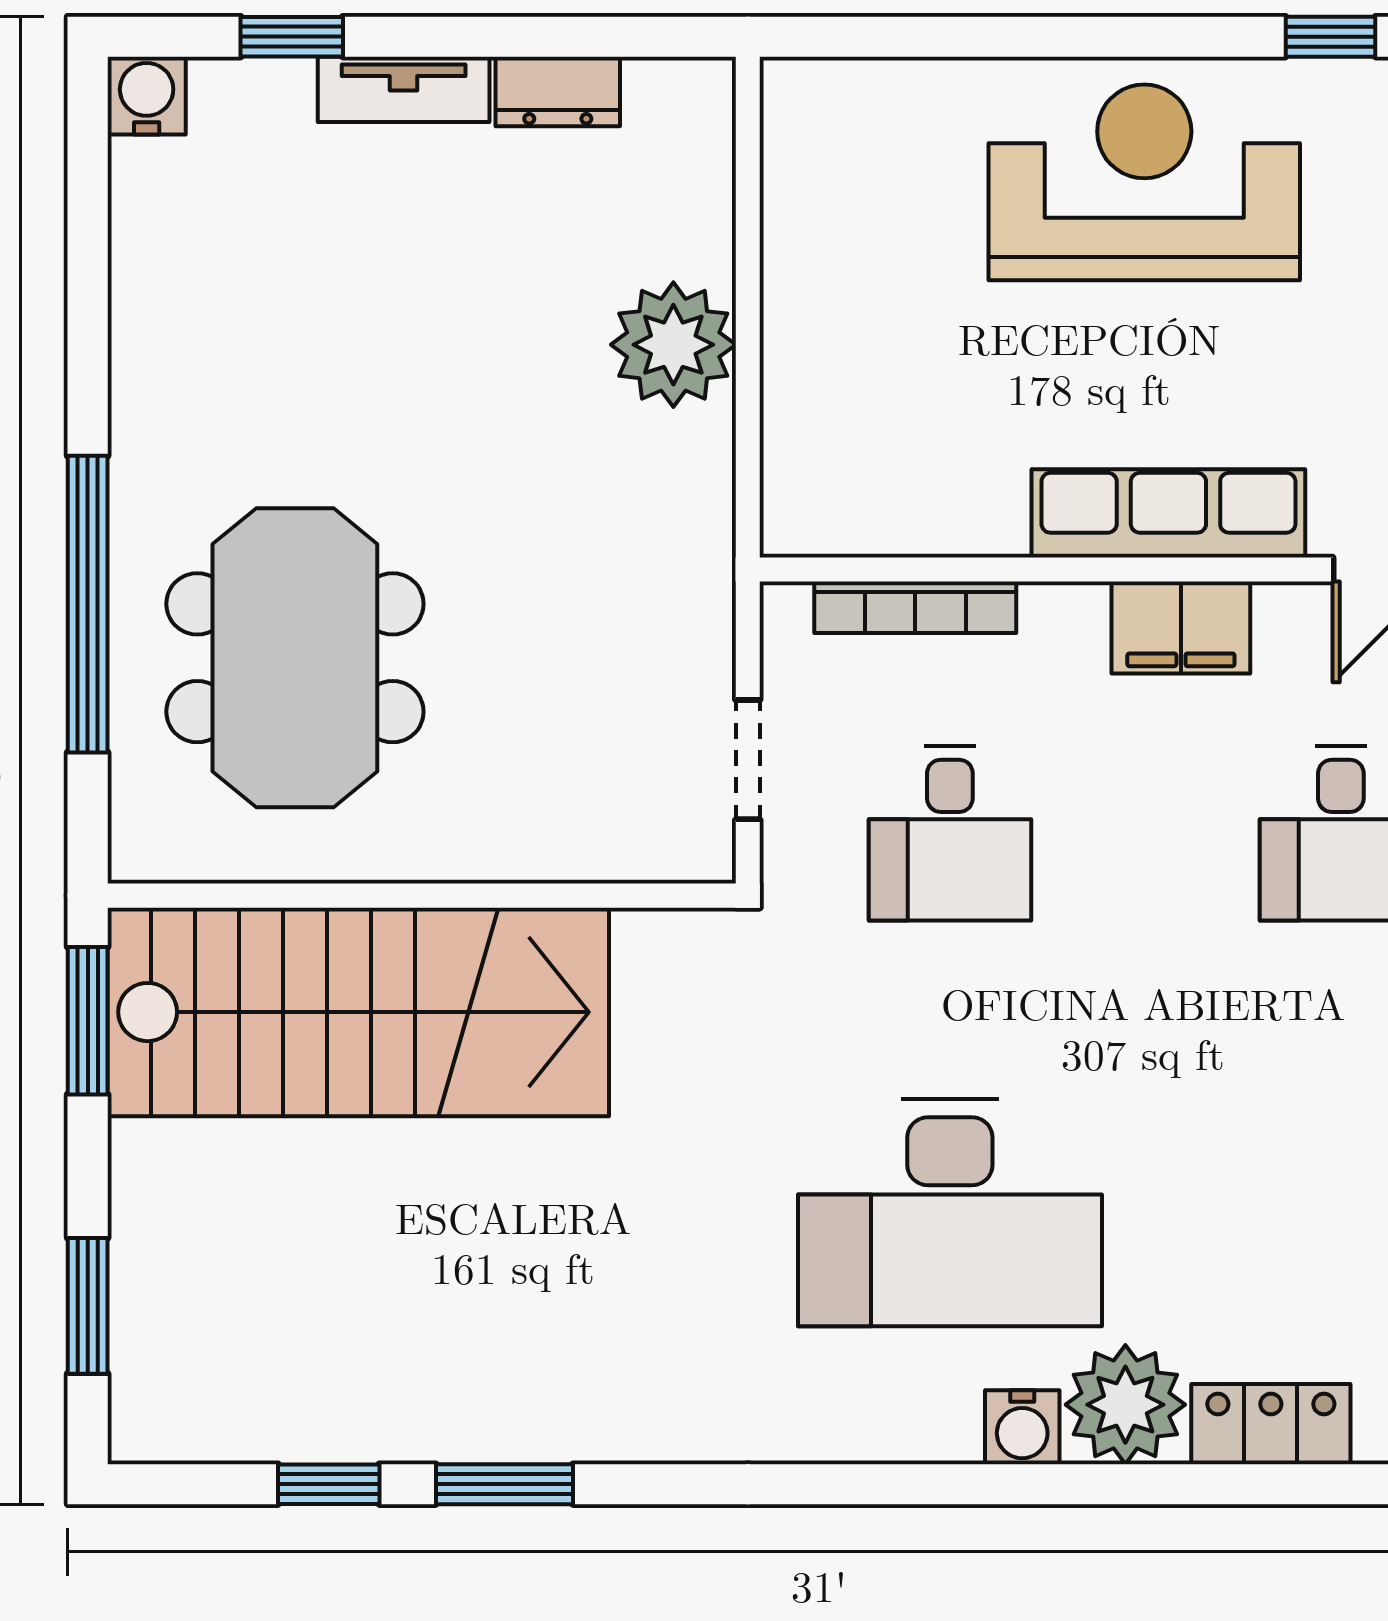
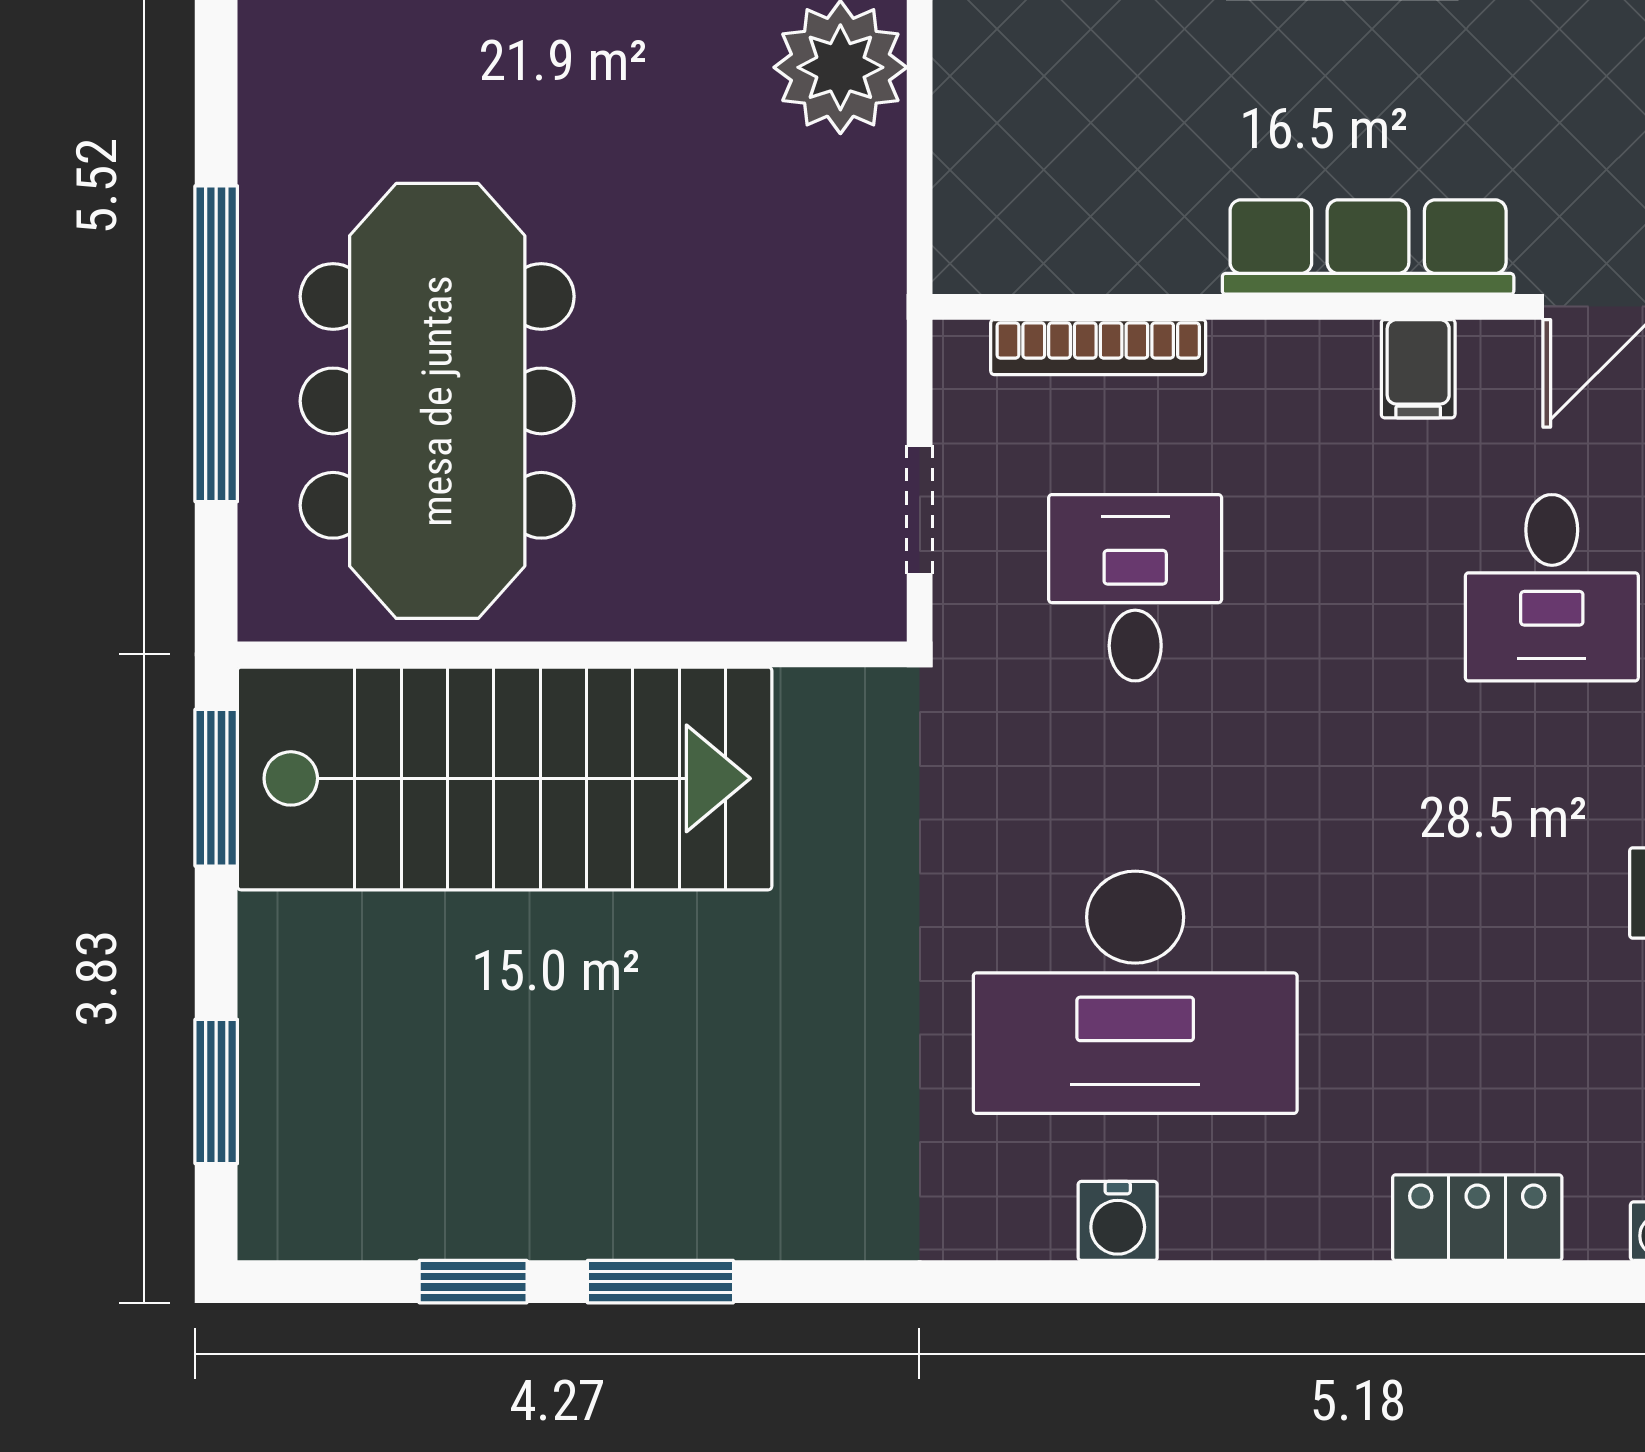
filing cabinet: (1181, 628) -> (1418, 369), width x0.50
meeting table: (295, 658) -> (437, 401), width x1.36
desk: (950, 833) -> (1135, 588), turned 180
plant: (1125, 1405) -> (1322, 1197), removed
water cooler: (1022, 1427) -> (1118, 1221), moved

